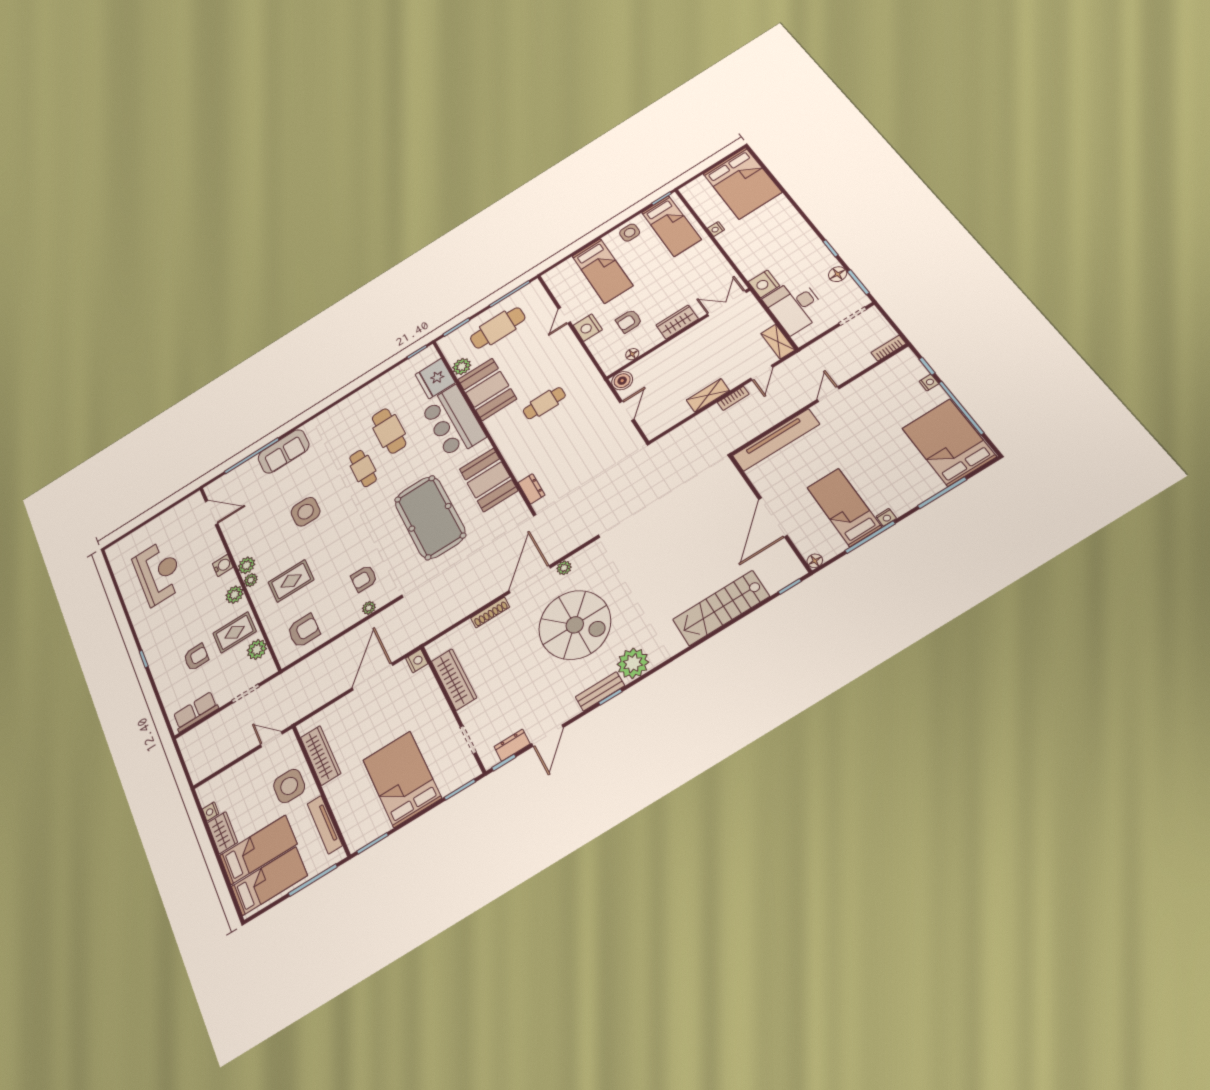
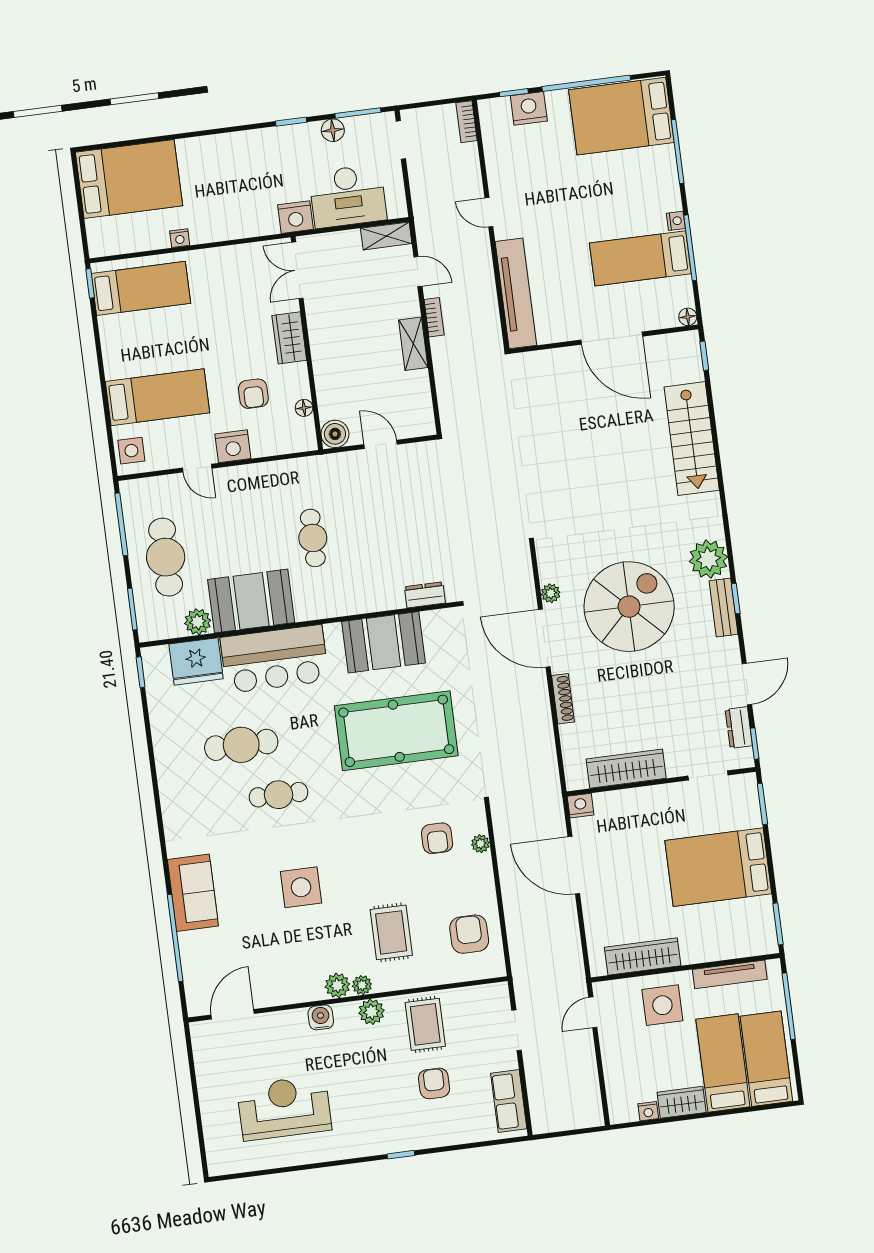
side table: (630, 233) -> (131, 451), moved
nightstand: (929, 383) -> (529, 108), width x1.89, depth x1.79
plant: (257, 649) -> (464, 1001), removed
door: (548, 736) -> (747, 684), hinge flipped

